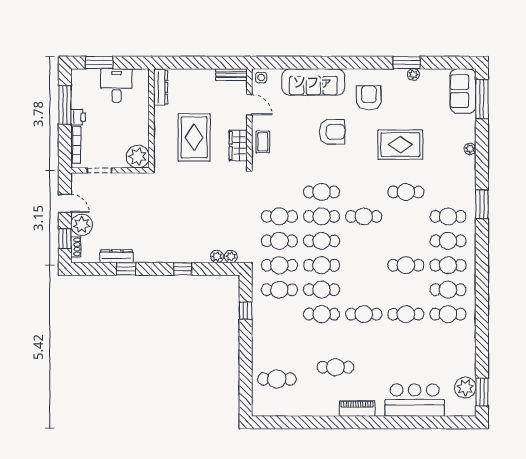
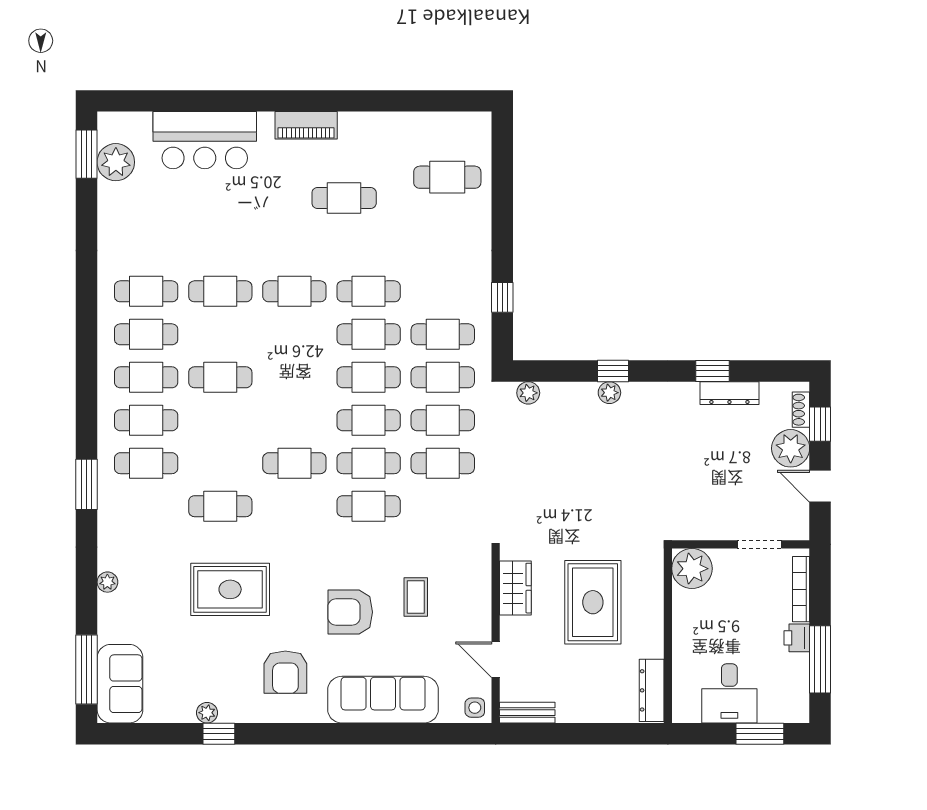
window: (407, 63) -> (219, 734), width x0.67
coffee table: (263, 142) -> (416, 597), moved
plant: (217, 257) -> (609, 393), moved

